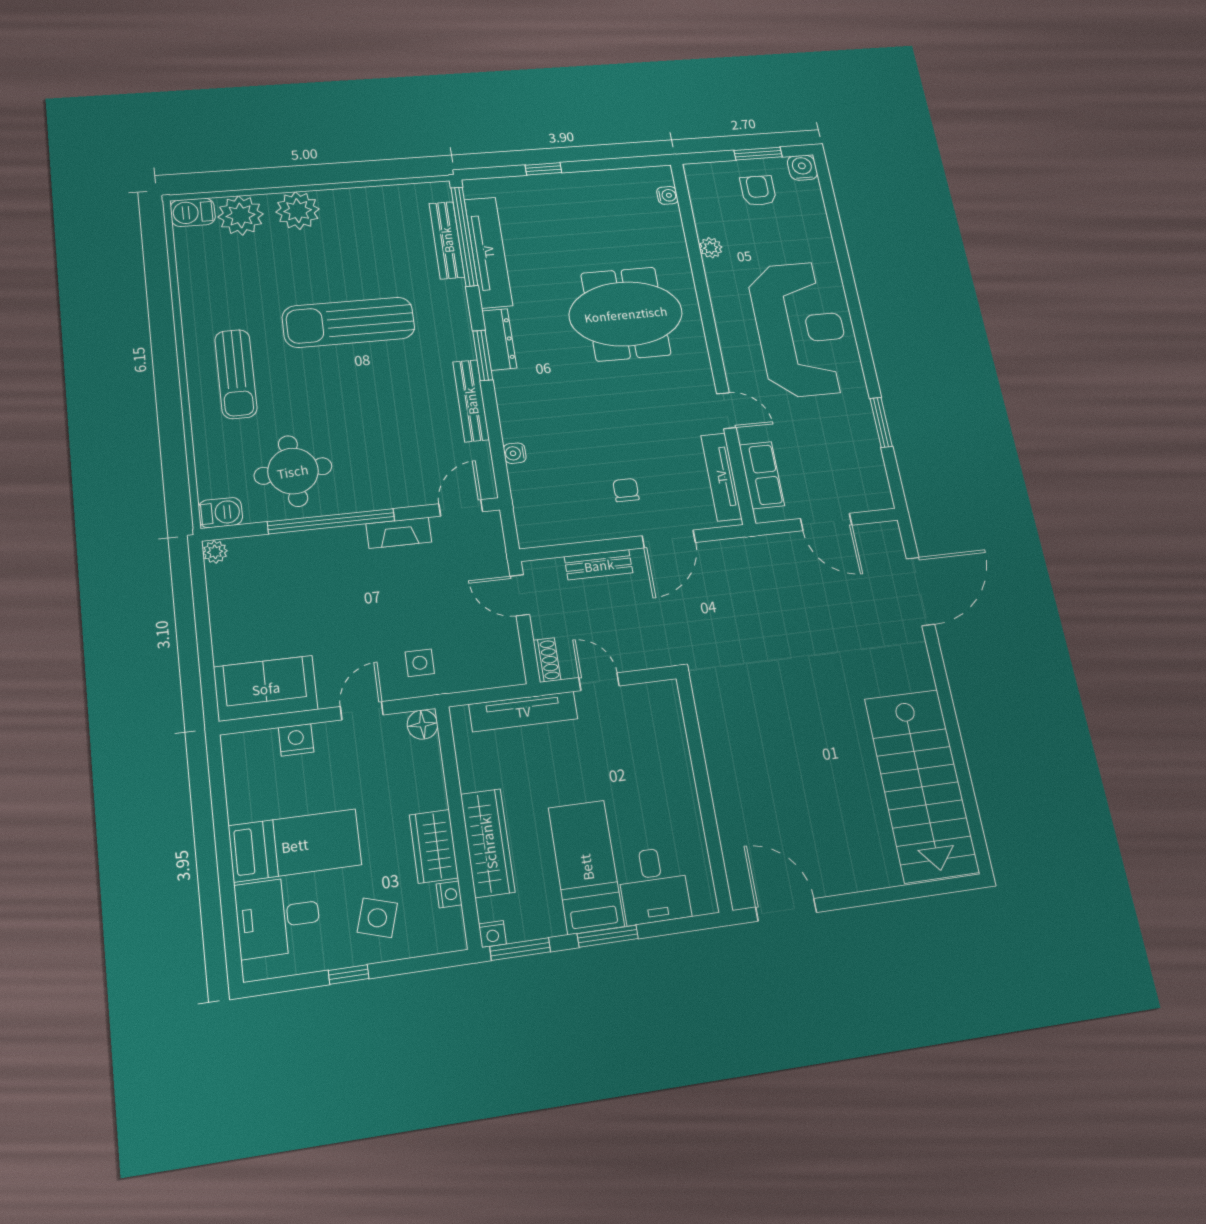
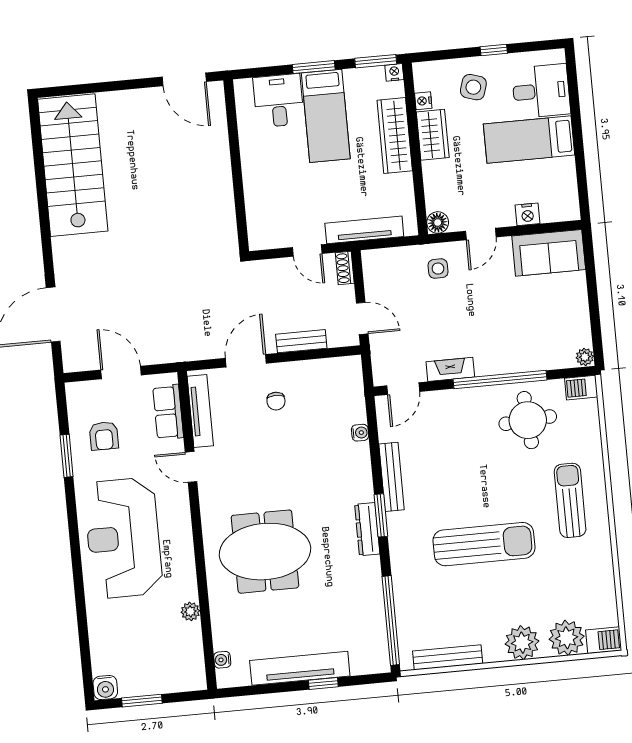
armchair: (758, 191) -> (104, 436), moved
bench: (447, 240) -> (448, 657), moved, turned 90
tv unit: (488, 252) -> (300, 668), moved, turned 90

